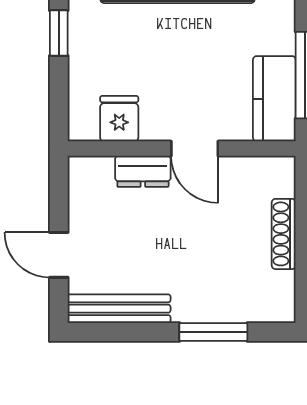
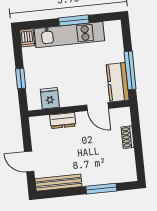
window: (59, 33) -> (21, 79), moved
door: (195, 149) -> (98, 107), moved
shoe rack: (284, 234) -> (128, 137), width x0.70

